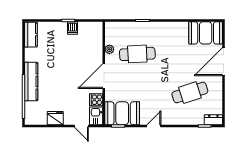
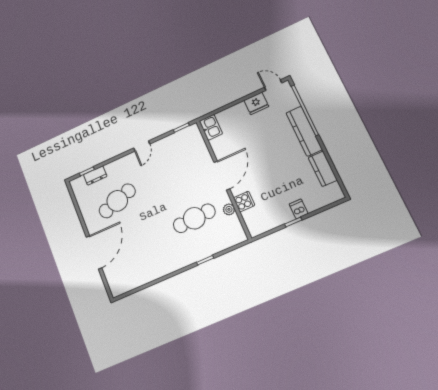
dishwasher: (73, 28) -> (299, 209), moved
booth: (206, 33) -> (127, 277), removed
kitchen counter: (31, 35) -> (323, 169), moved
cooker: (96, 100) -> (244, 202), moved
booth: (122, 113) -> (183, 144), removed
dresser: (213, 120) -> (95, 175), moved
door: (81, 126) -> (273, 85), moved

